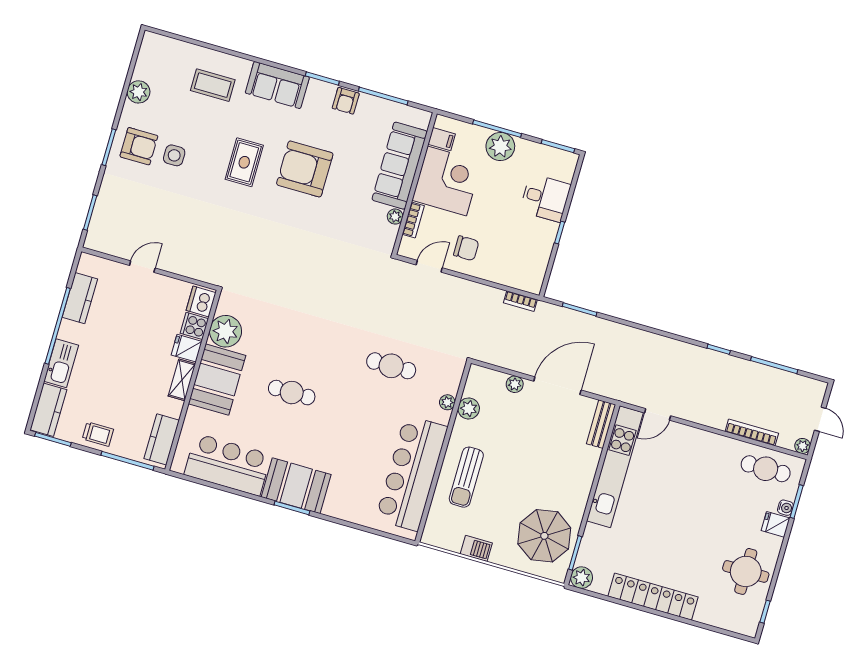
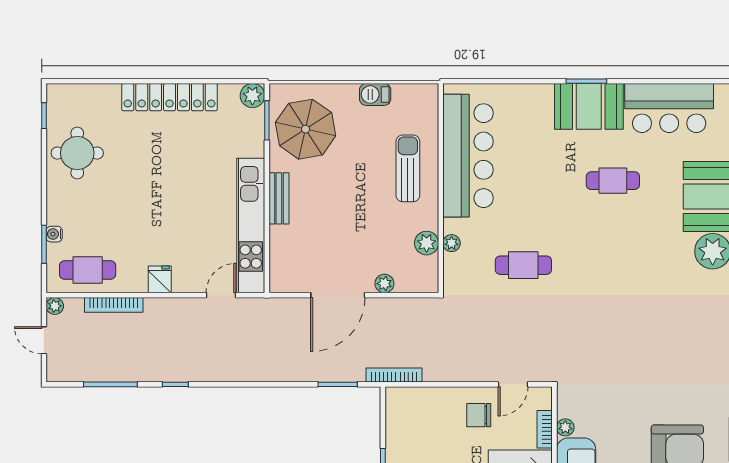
bookcase: (520, 301) -> (394, 375), width x1.56
cafe table: (292, 393) -> (613, 181), moved
bench: (601, 424) -> (279, 198), moved
fridge: (776, 524) -> (160, 279), moved, turned -90

